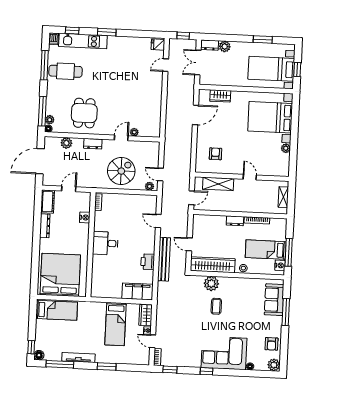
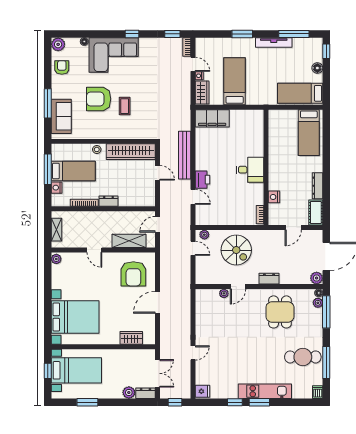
window: (72, 30) -> (235, 402), moved
kitchen unit: (83, 41) -> (265, 391), moved
door: (166, 65) -> (193, 353), moved
door: (195, 115) -> (157, 302), moved
plant: (66, 143) -> (317, 278), moved
plant: (286, 148) -> (56, 259), moved
armchair: (215, 154) -> (133, 274), width x1.88, depth x1.88
spiral stairs: (121, 171) -> (236, 250), turned -90
printer: (148, 262) -> (202, 180), moved
nightstand: (280, 265) -> (57, 188), moved
bed: (60, 275) -> (309, 133), width x0.49
plant: (211, 284) -> (131, 131), removed
armchair: (240, 314) -> (99, 99), added
floor lamp: (39, 355) -> (317, 68), moved

